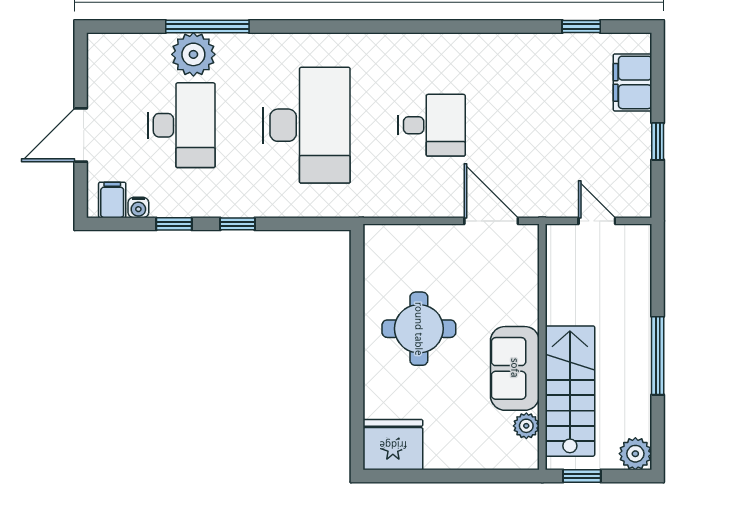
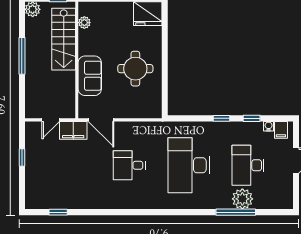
filing cabinet: (632, 82) -> (73, 130), moved, turned 90
door: (597, 221) -> (51, 120), hinge flipped
sofa: (515, 368) -> (90, 76), moved

